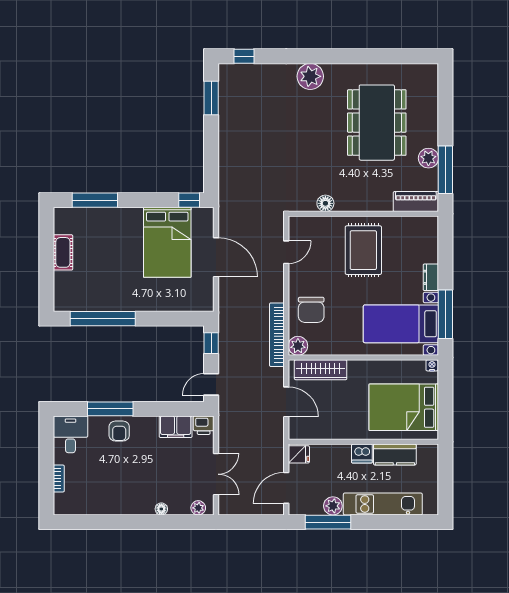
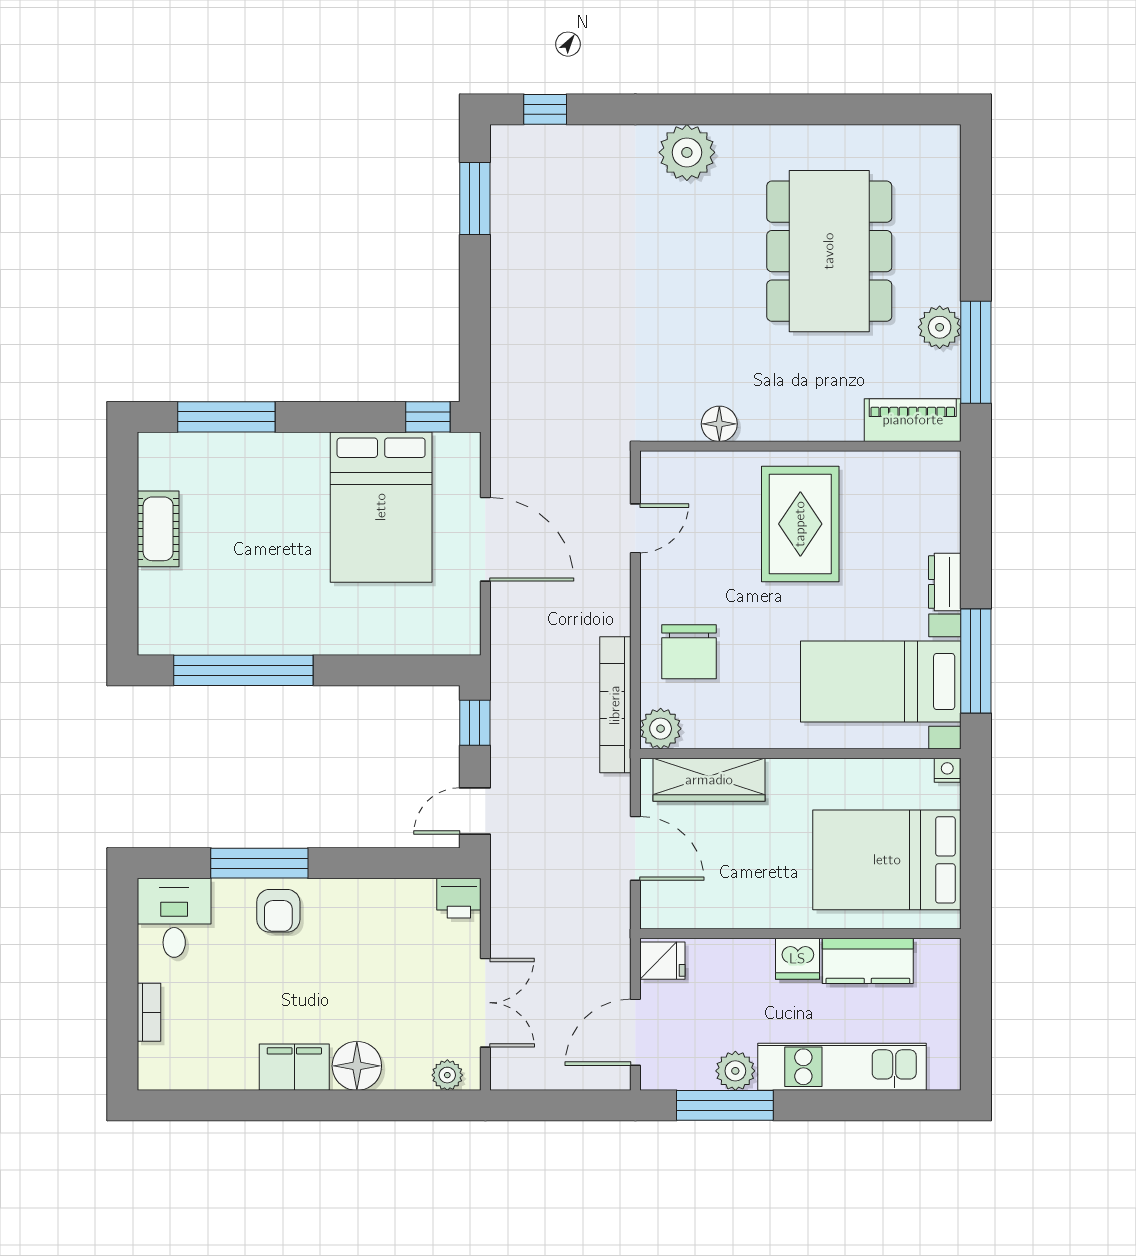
filing cabinet: (176, 427) -> (294, 1067), moved, turned 180
floor lamp: (161, 509) -> (357, 1066), width x1.89, depth x1.89

